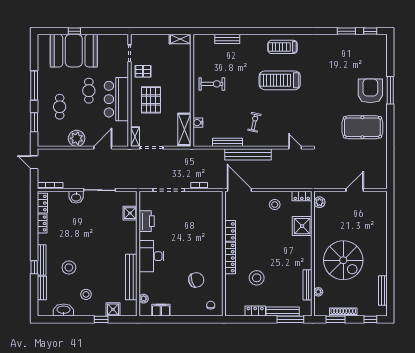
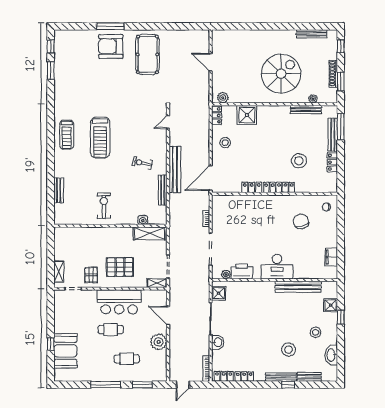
shelving: (180, 39) -> (59, 272), moved
booth: (74, 51) -> (65, 351), width x0.73, depth x0.70
shower: (130, 213) -> (219, 293), moved
plant: (144, 299) -> (226, 274), moved

